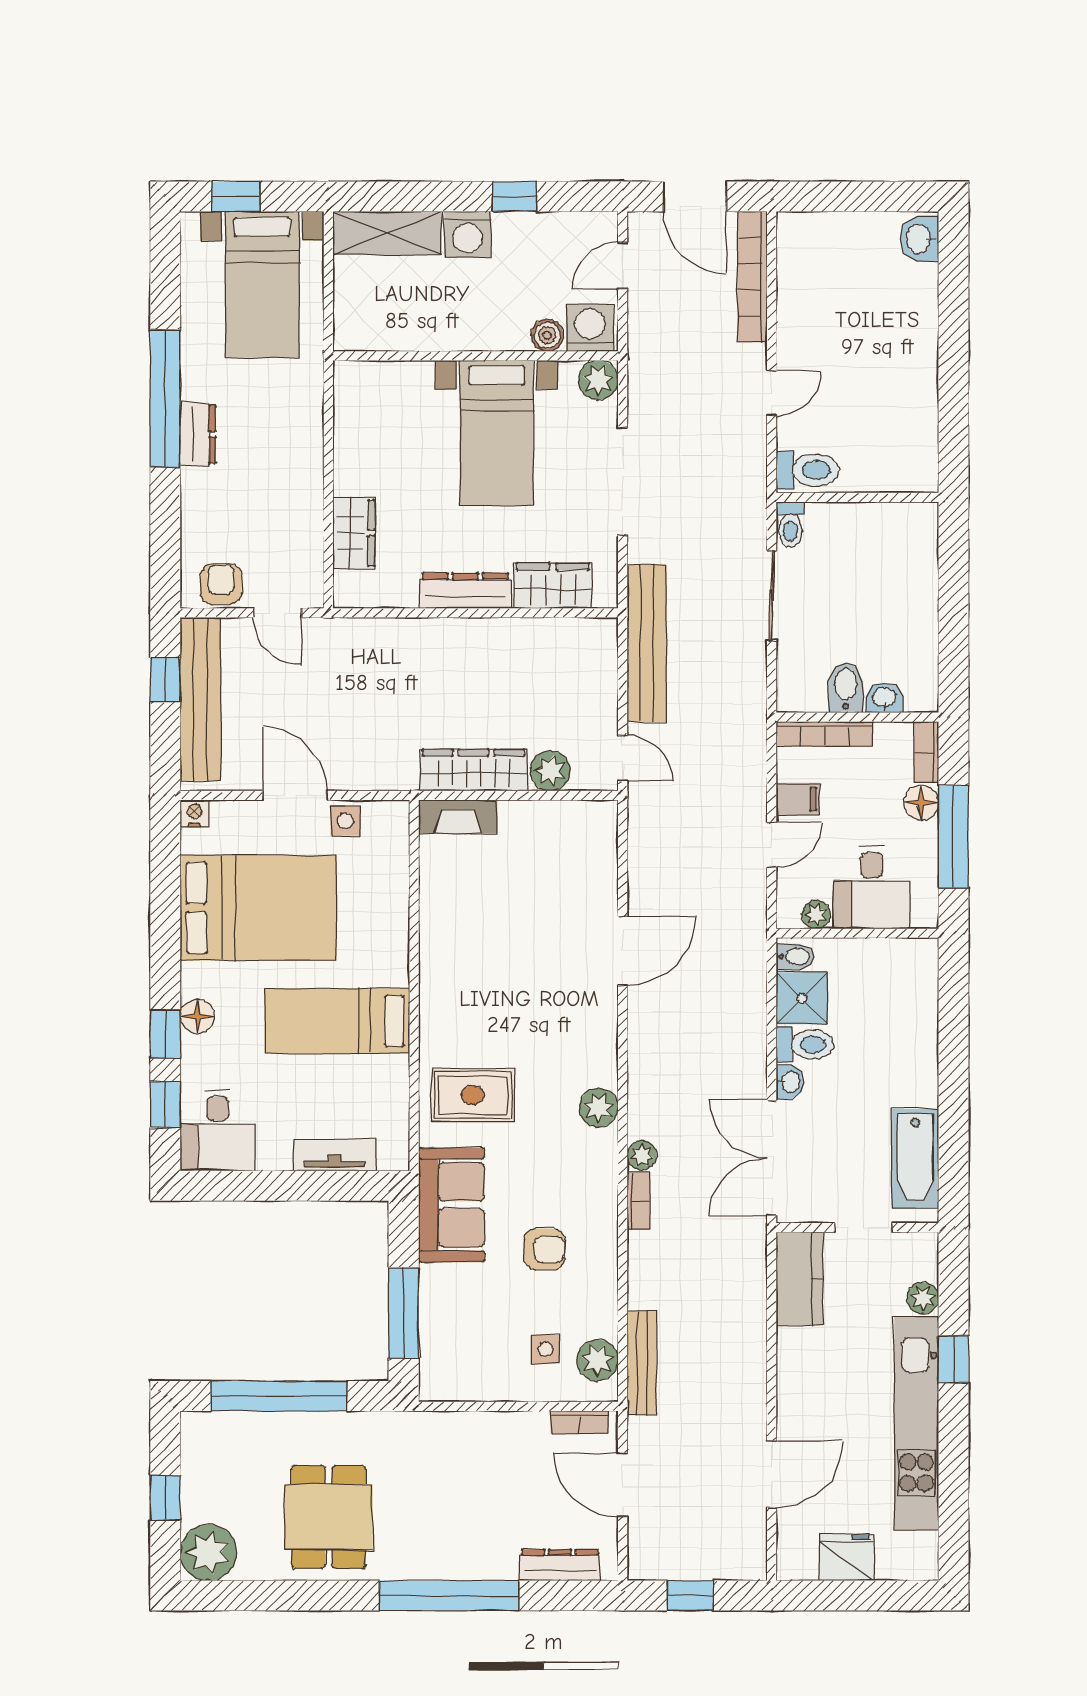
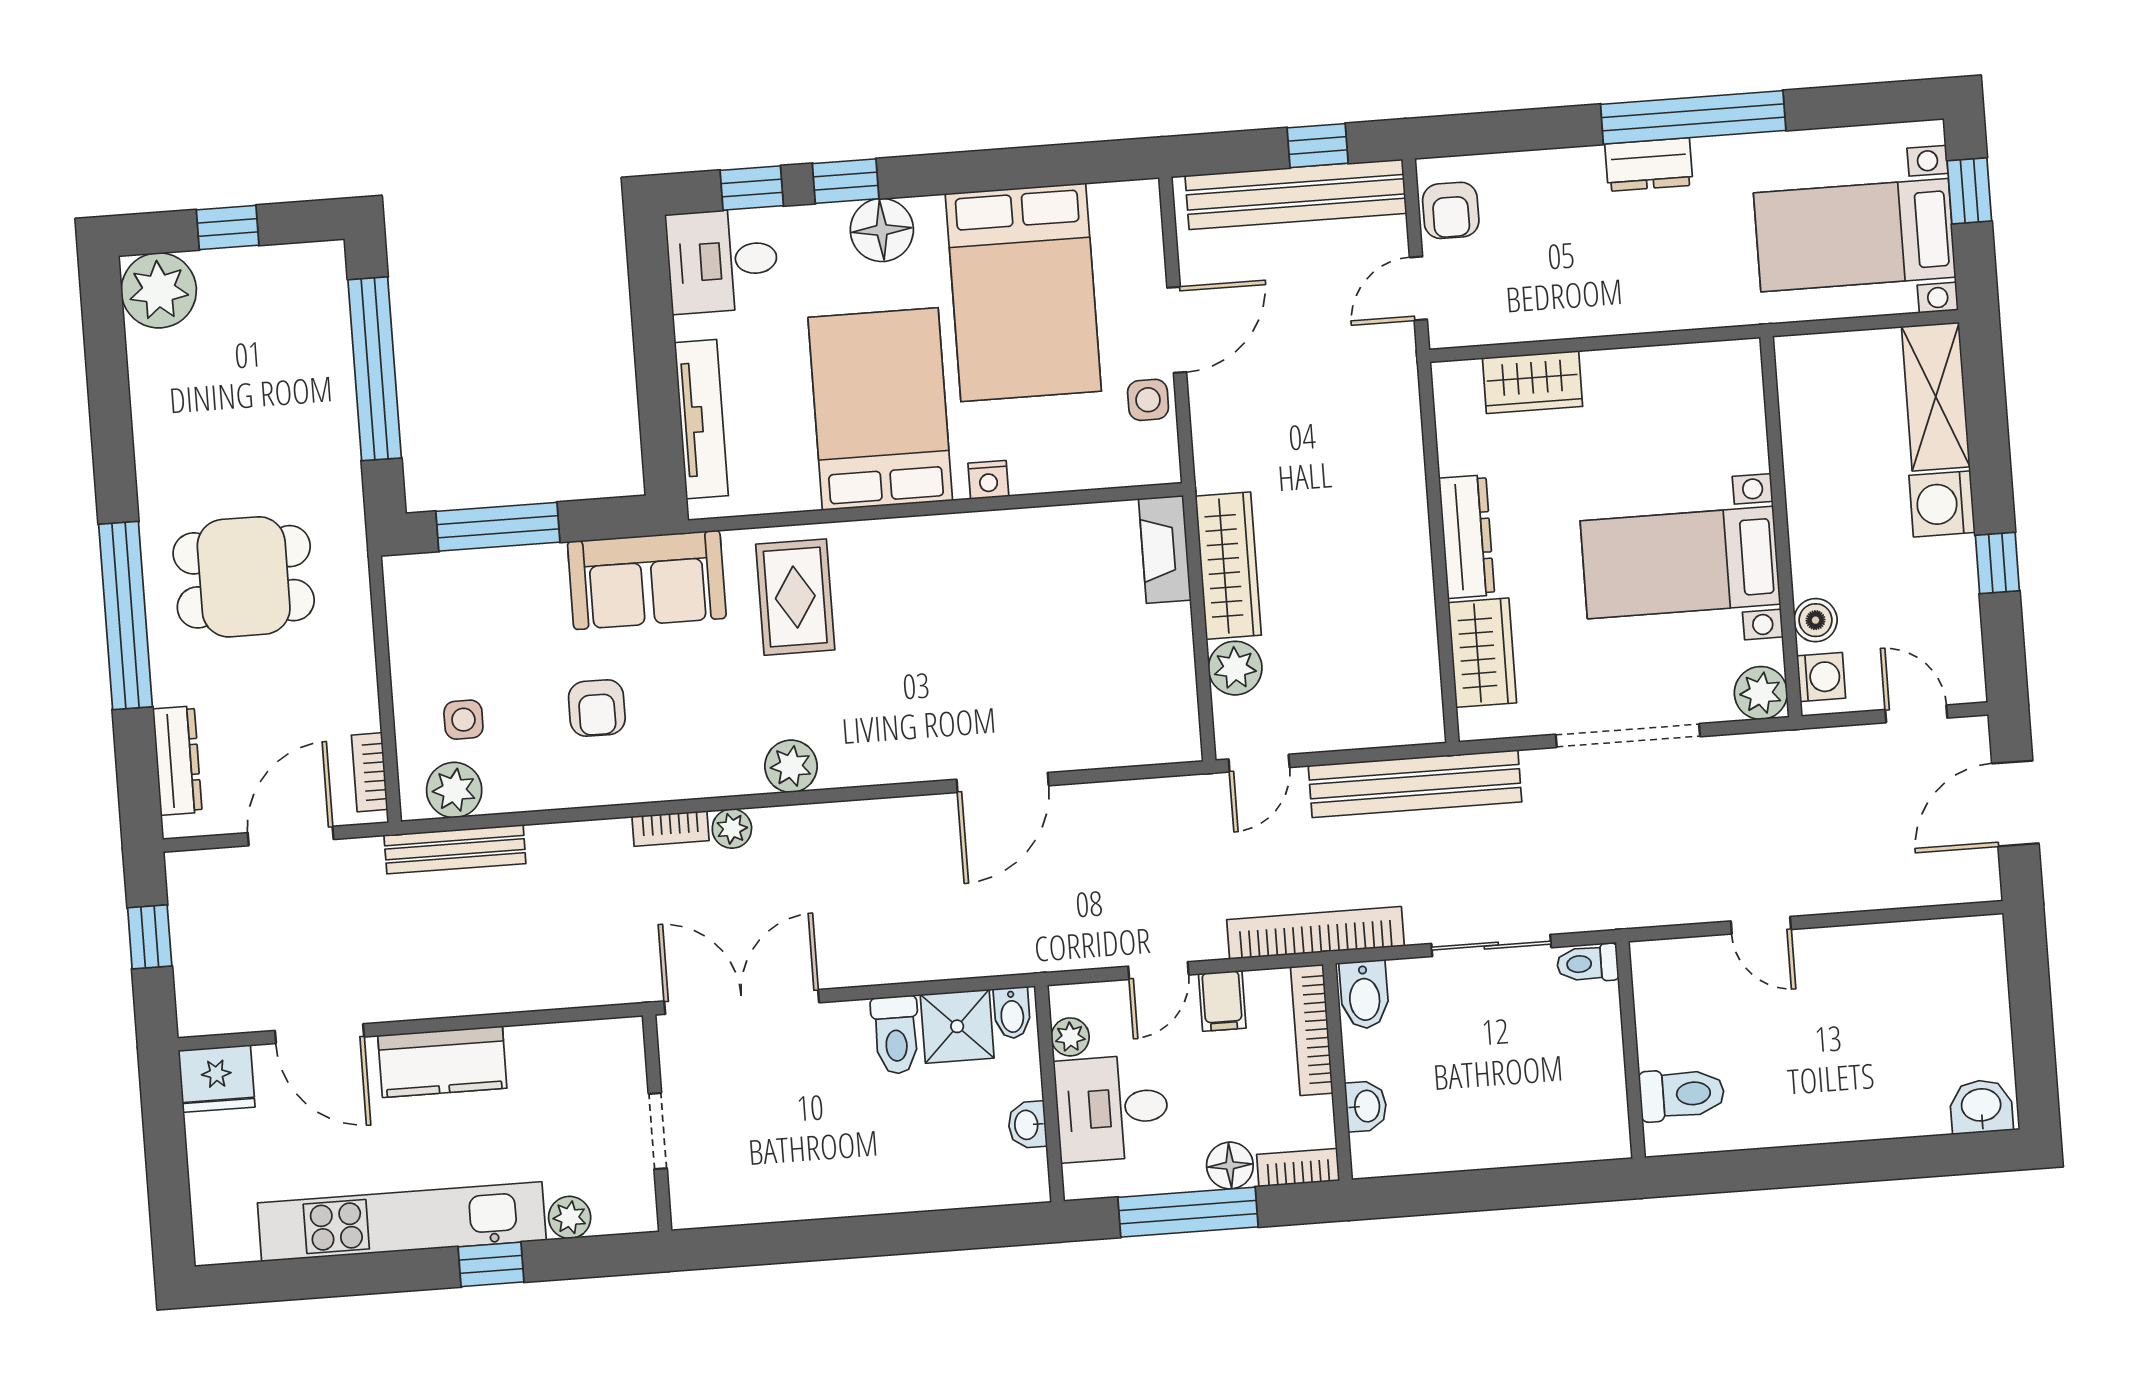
bookcase: (752, 277) -> (1316, 933), moved
washing machine: (590, 328) -> (1821, 677), width x0.73, depth x0.73
toilet: (807, 470) -> (1682, 1094), moved, turned -90
armchair: (221, 584) -> (1451, 210), turned 91
bidet: (846, 688) -> (1364, 995), moved, turned 90
nightstand: (194, 813) -> (988, 480), moved, turned 90
door: (772, 845) -> (1158, 971), hinge flipped
door: (623, 951) -> (1003, 783), hinge flipped
floor lamp: (197, 1016) -> (882, 230), width x1.38, depth x1.38
bed: (337, 1021) -> (880, 409), width x1.50
washbasin: (790, 1082) -> (1027, 1125), moved, turned 90
tv unit: (335, 1155) -> (701, 419), width x1.41
bathtub: (915, 1158) -> (755, 1193), removed
kitchen counter: (799, 1279) -> (442, 1062), moved
dining table: (329, 1517) -> (244, 577), moved
fridge: (846, 1557) -> (217, 1079), moved, turned 90

